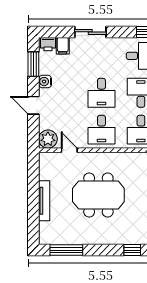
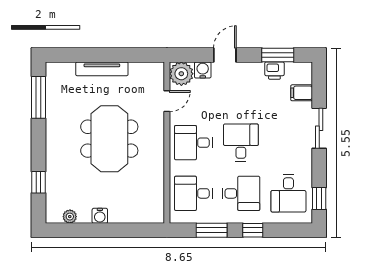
printer: (48, 44) -> (274, 71), moved, turned -90
water cooler: (45, 82) -> (203, 70), moved
desk: (101, 93) -> (241, 143), turned 90

